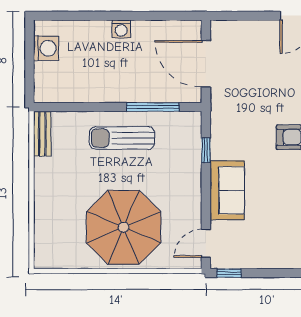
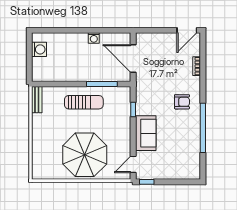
washing machine: (121, 29) -> (94, 38), moved
sun lounger: (122, 138) -> (84, 102), turned 180

